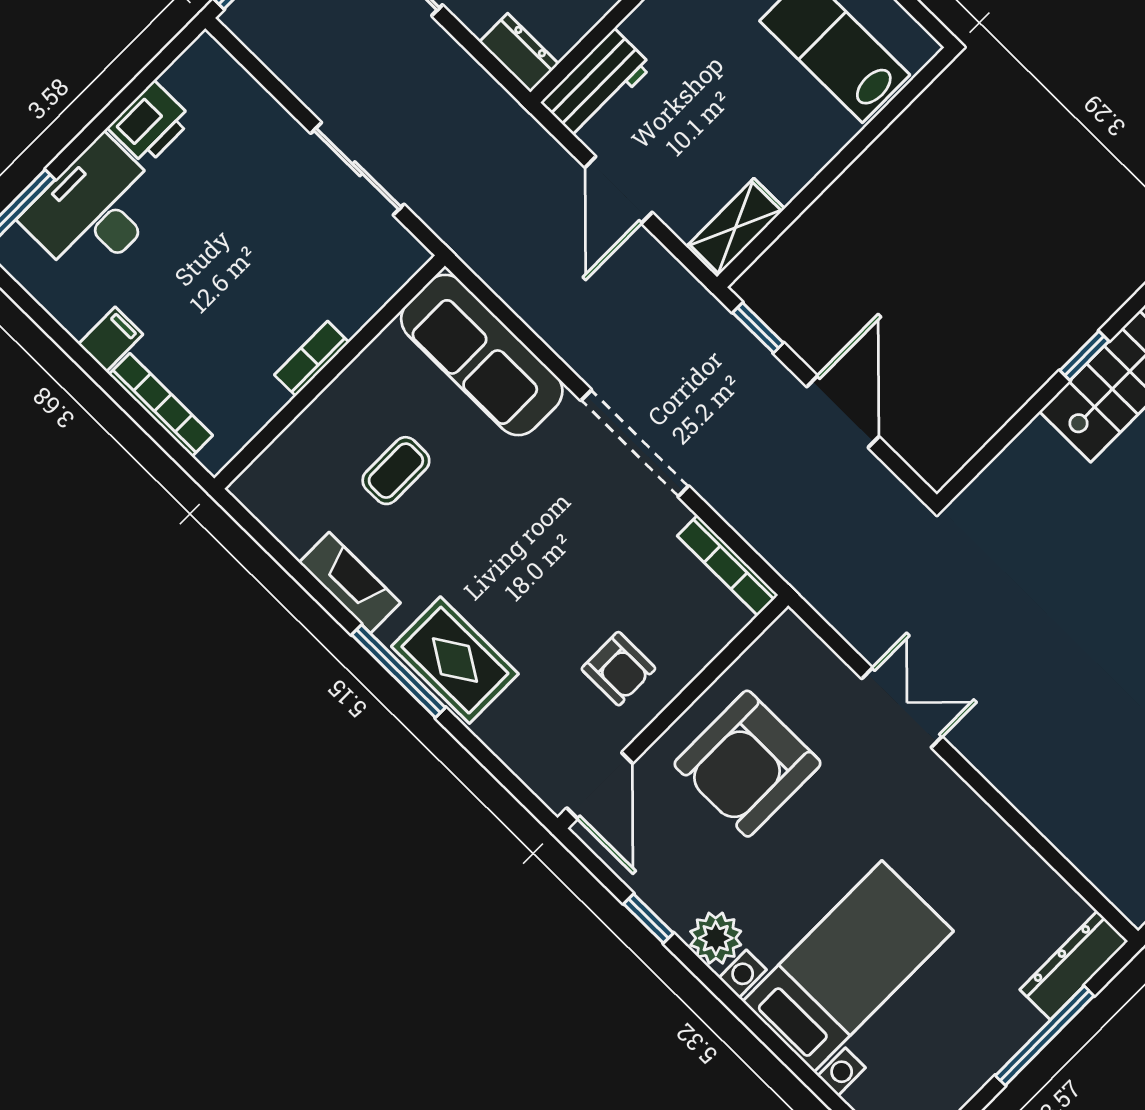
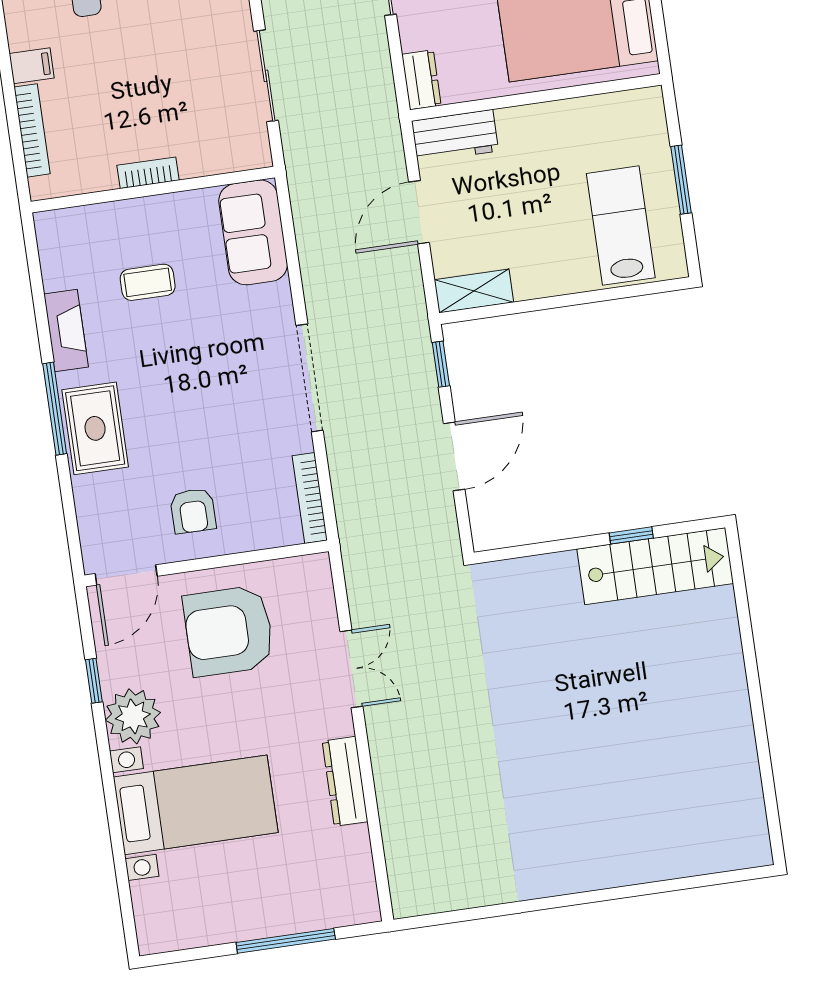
sofa: (482, 355) -> (253, 232), width x0.73
plant: (716, 938) -> (133, 716), width x1.36, depth x1.36
dresser: (1074, 965) -> (345, 781), moved, turned -90

